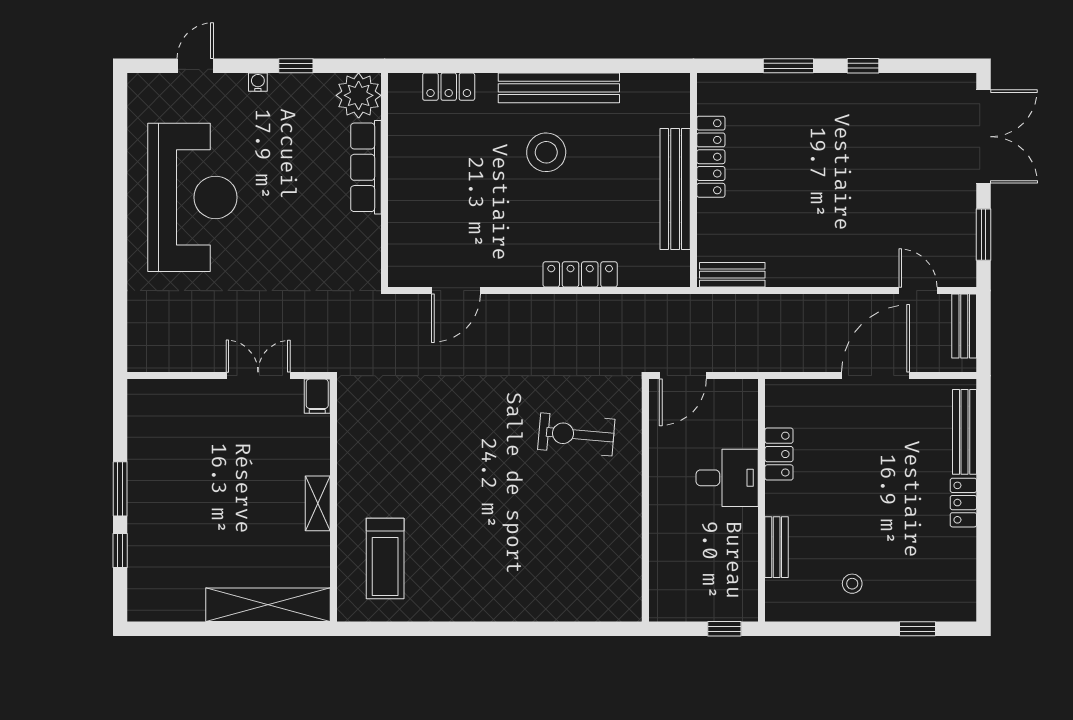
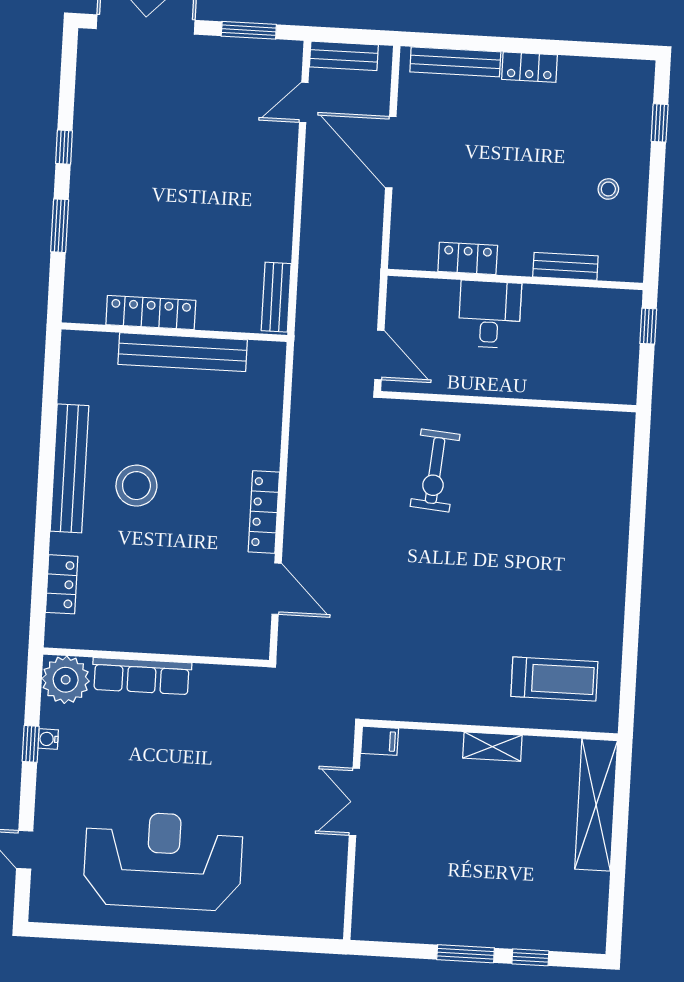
water cooler: (258, 82) -> (48, 739), moved
locker: (580, 274) -> (264, 512), moved

